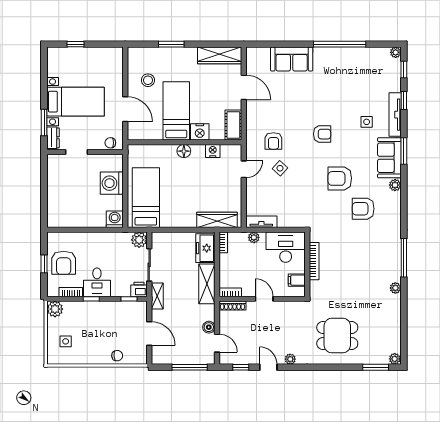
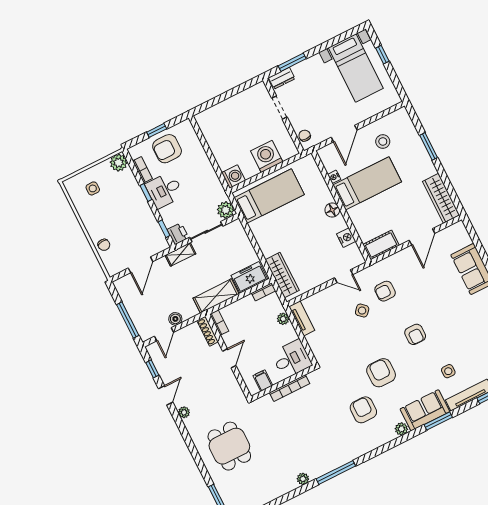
bed with nightstands: (75, 102) -> (356, 68), moved
nightstand: (200, 132) -> (334, 177), moved, width x0.53, depth x0.56
desk: (286, 247) -> (292, 359), width x0.73

